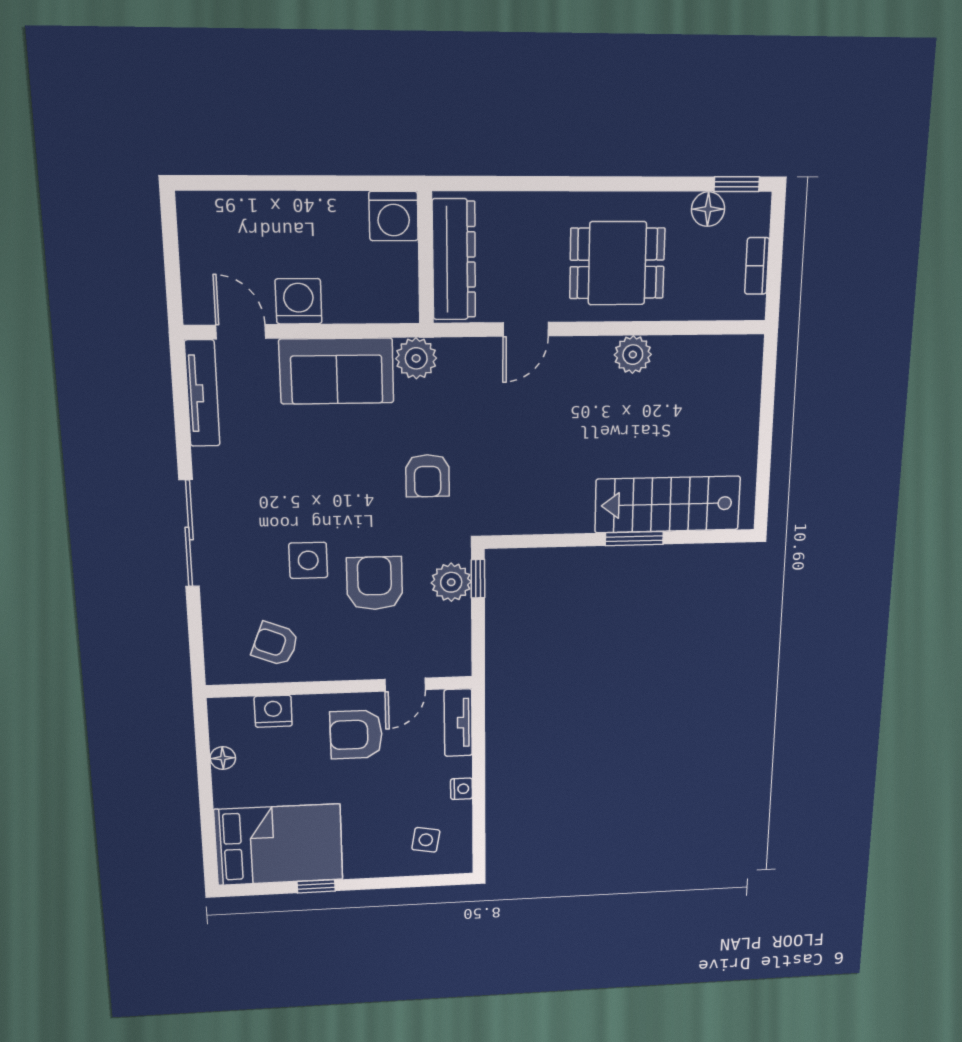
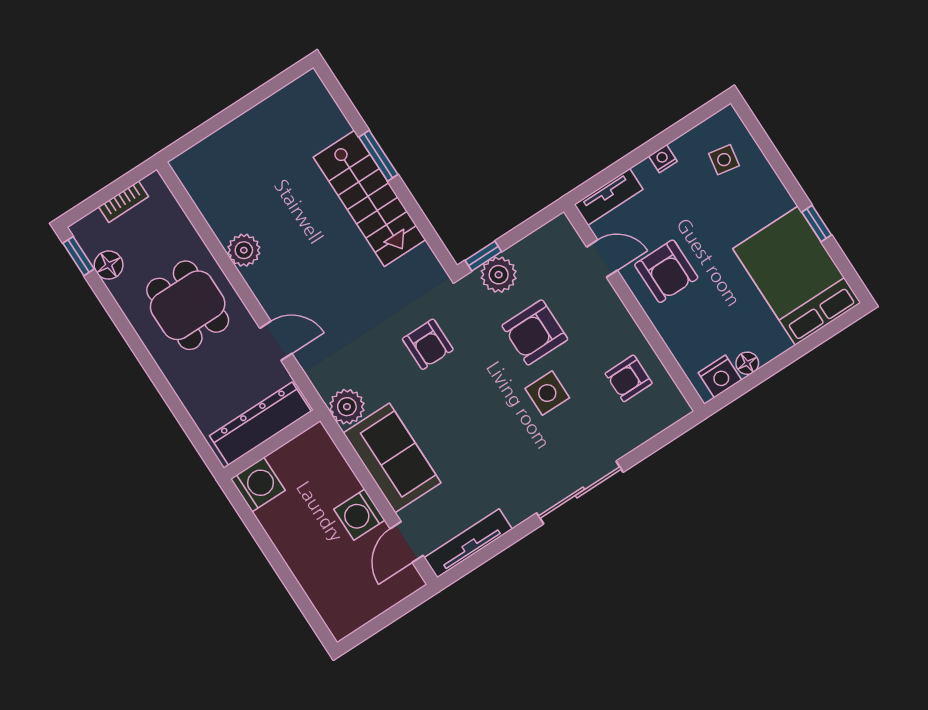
armchair: (428, 476) -> (428, 344), turned 90
stairs: (668, 504) -> (369, 198), moved
armchair: (275, 644) -> (629, 378), turned 69
nightstand: (273, 711) -> (720, 376), moved, turned -90

